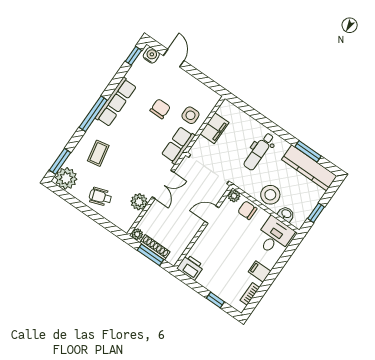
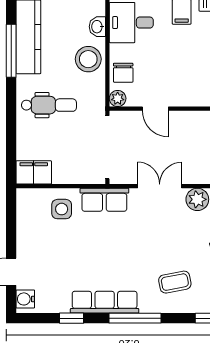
window: (133, 56) -> (71, 318), moved
chair: (160, 109) -> (78, 248), removed
filing cabinet: (214, 128) -> (34, 172), moved
window: (308, 151) -> (11, 51), width x1.44

